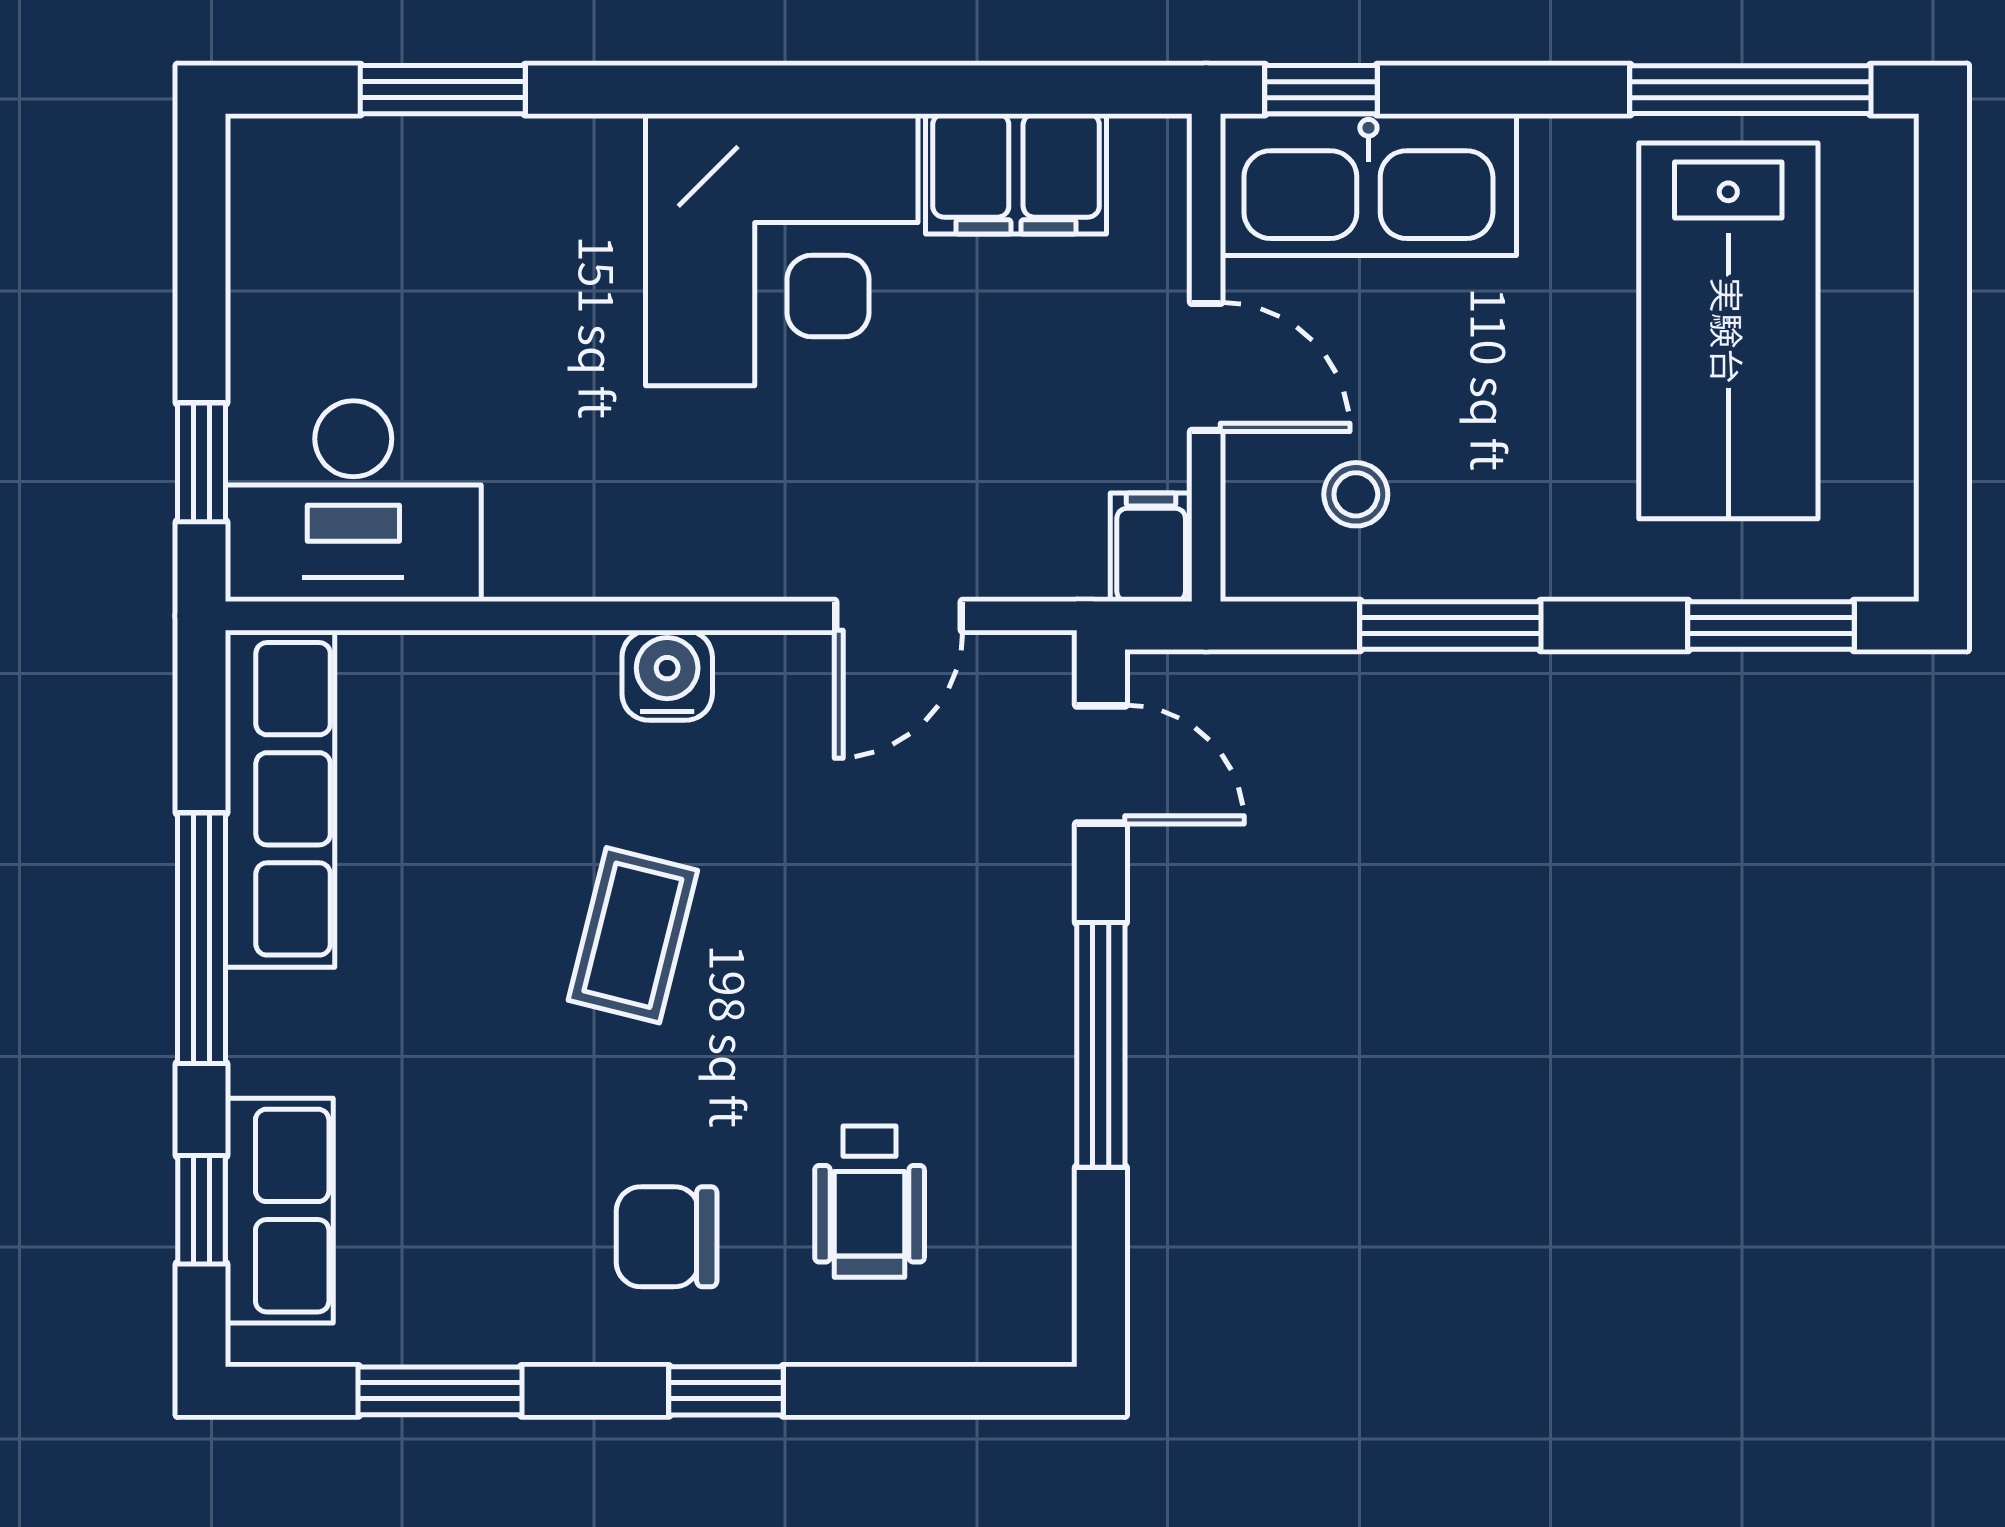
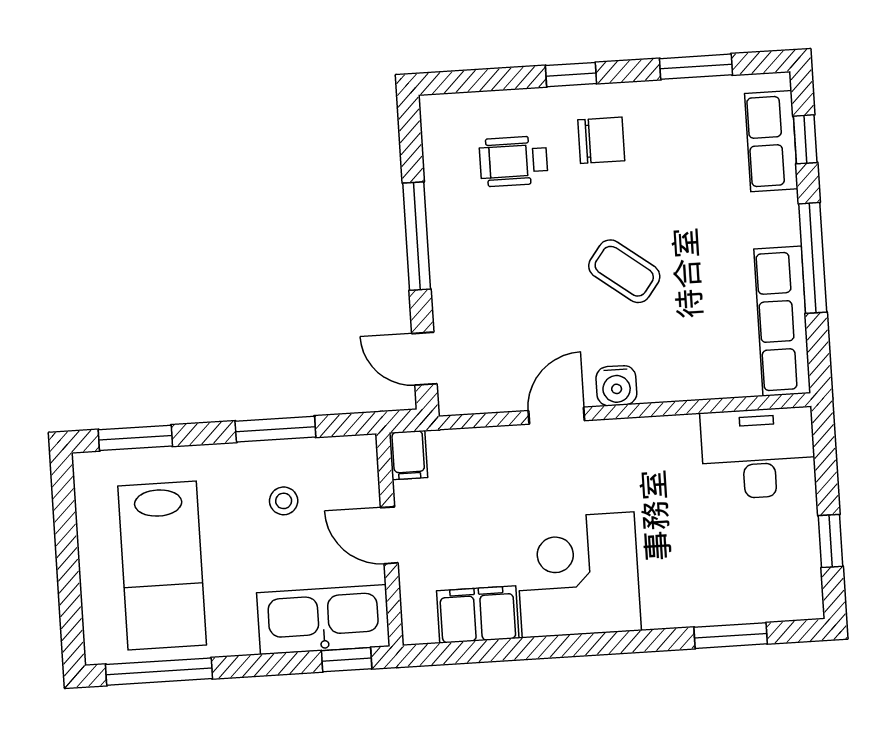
lab bench: (1728, 331) -> (162, 565), turned 180
window: (202, 462) -> (831, 541), moved
stool: (1356, 494) -> (284, 501), moved
door: (899, 616) -> (556, 416), moved
coffee table: (633, 935) -> (624, 271), turned -67
wheelchair: (870, 1202) -> (513, 161), turned -90

